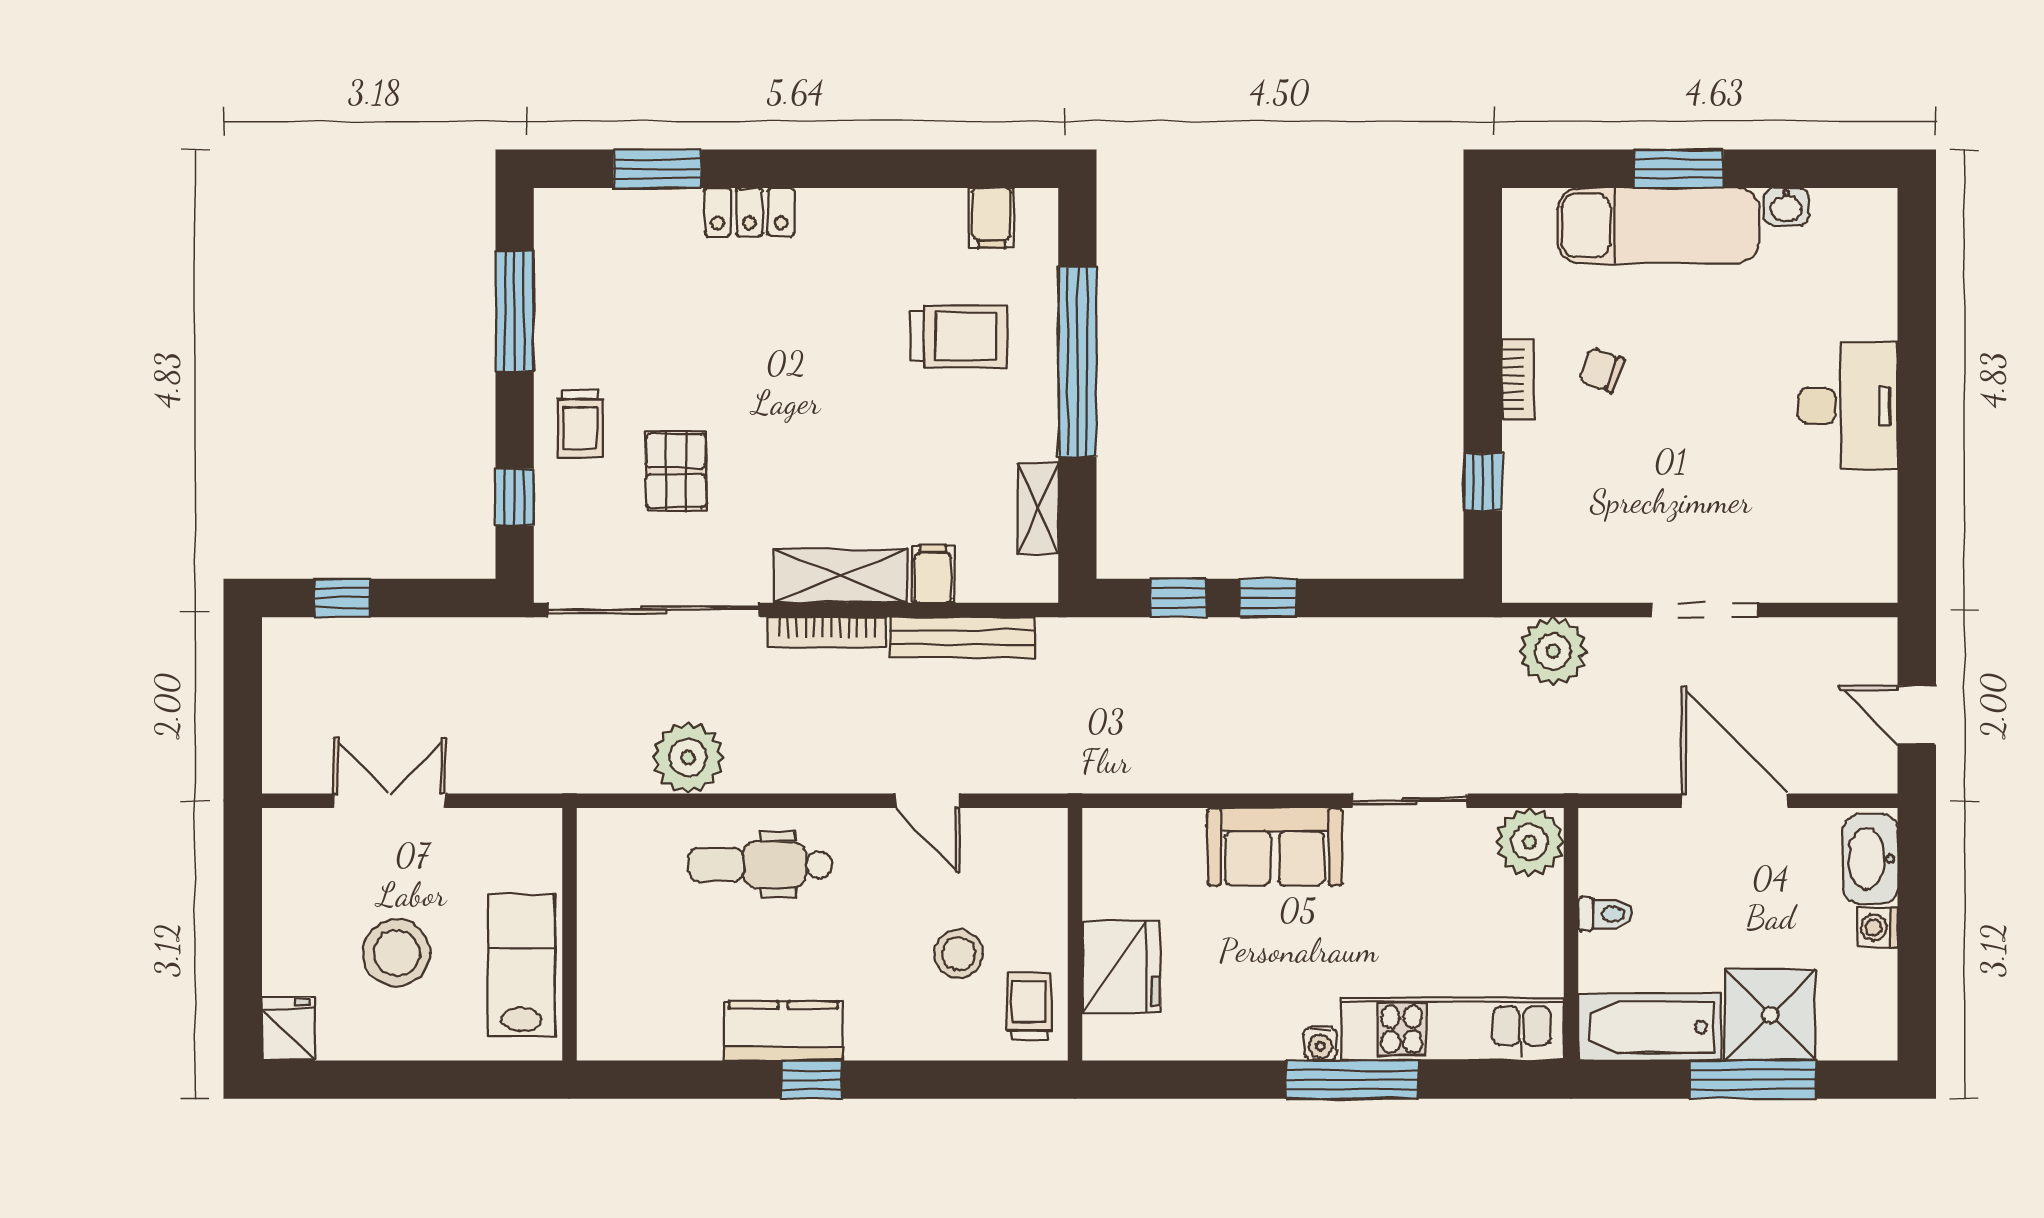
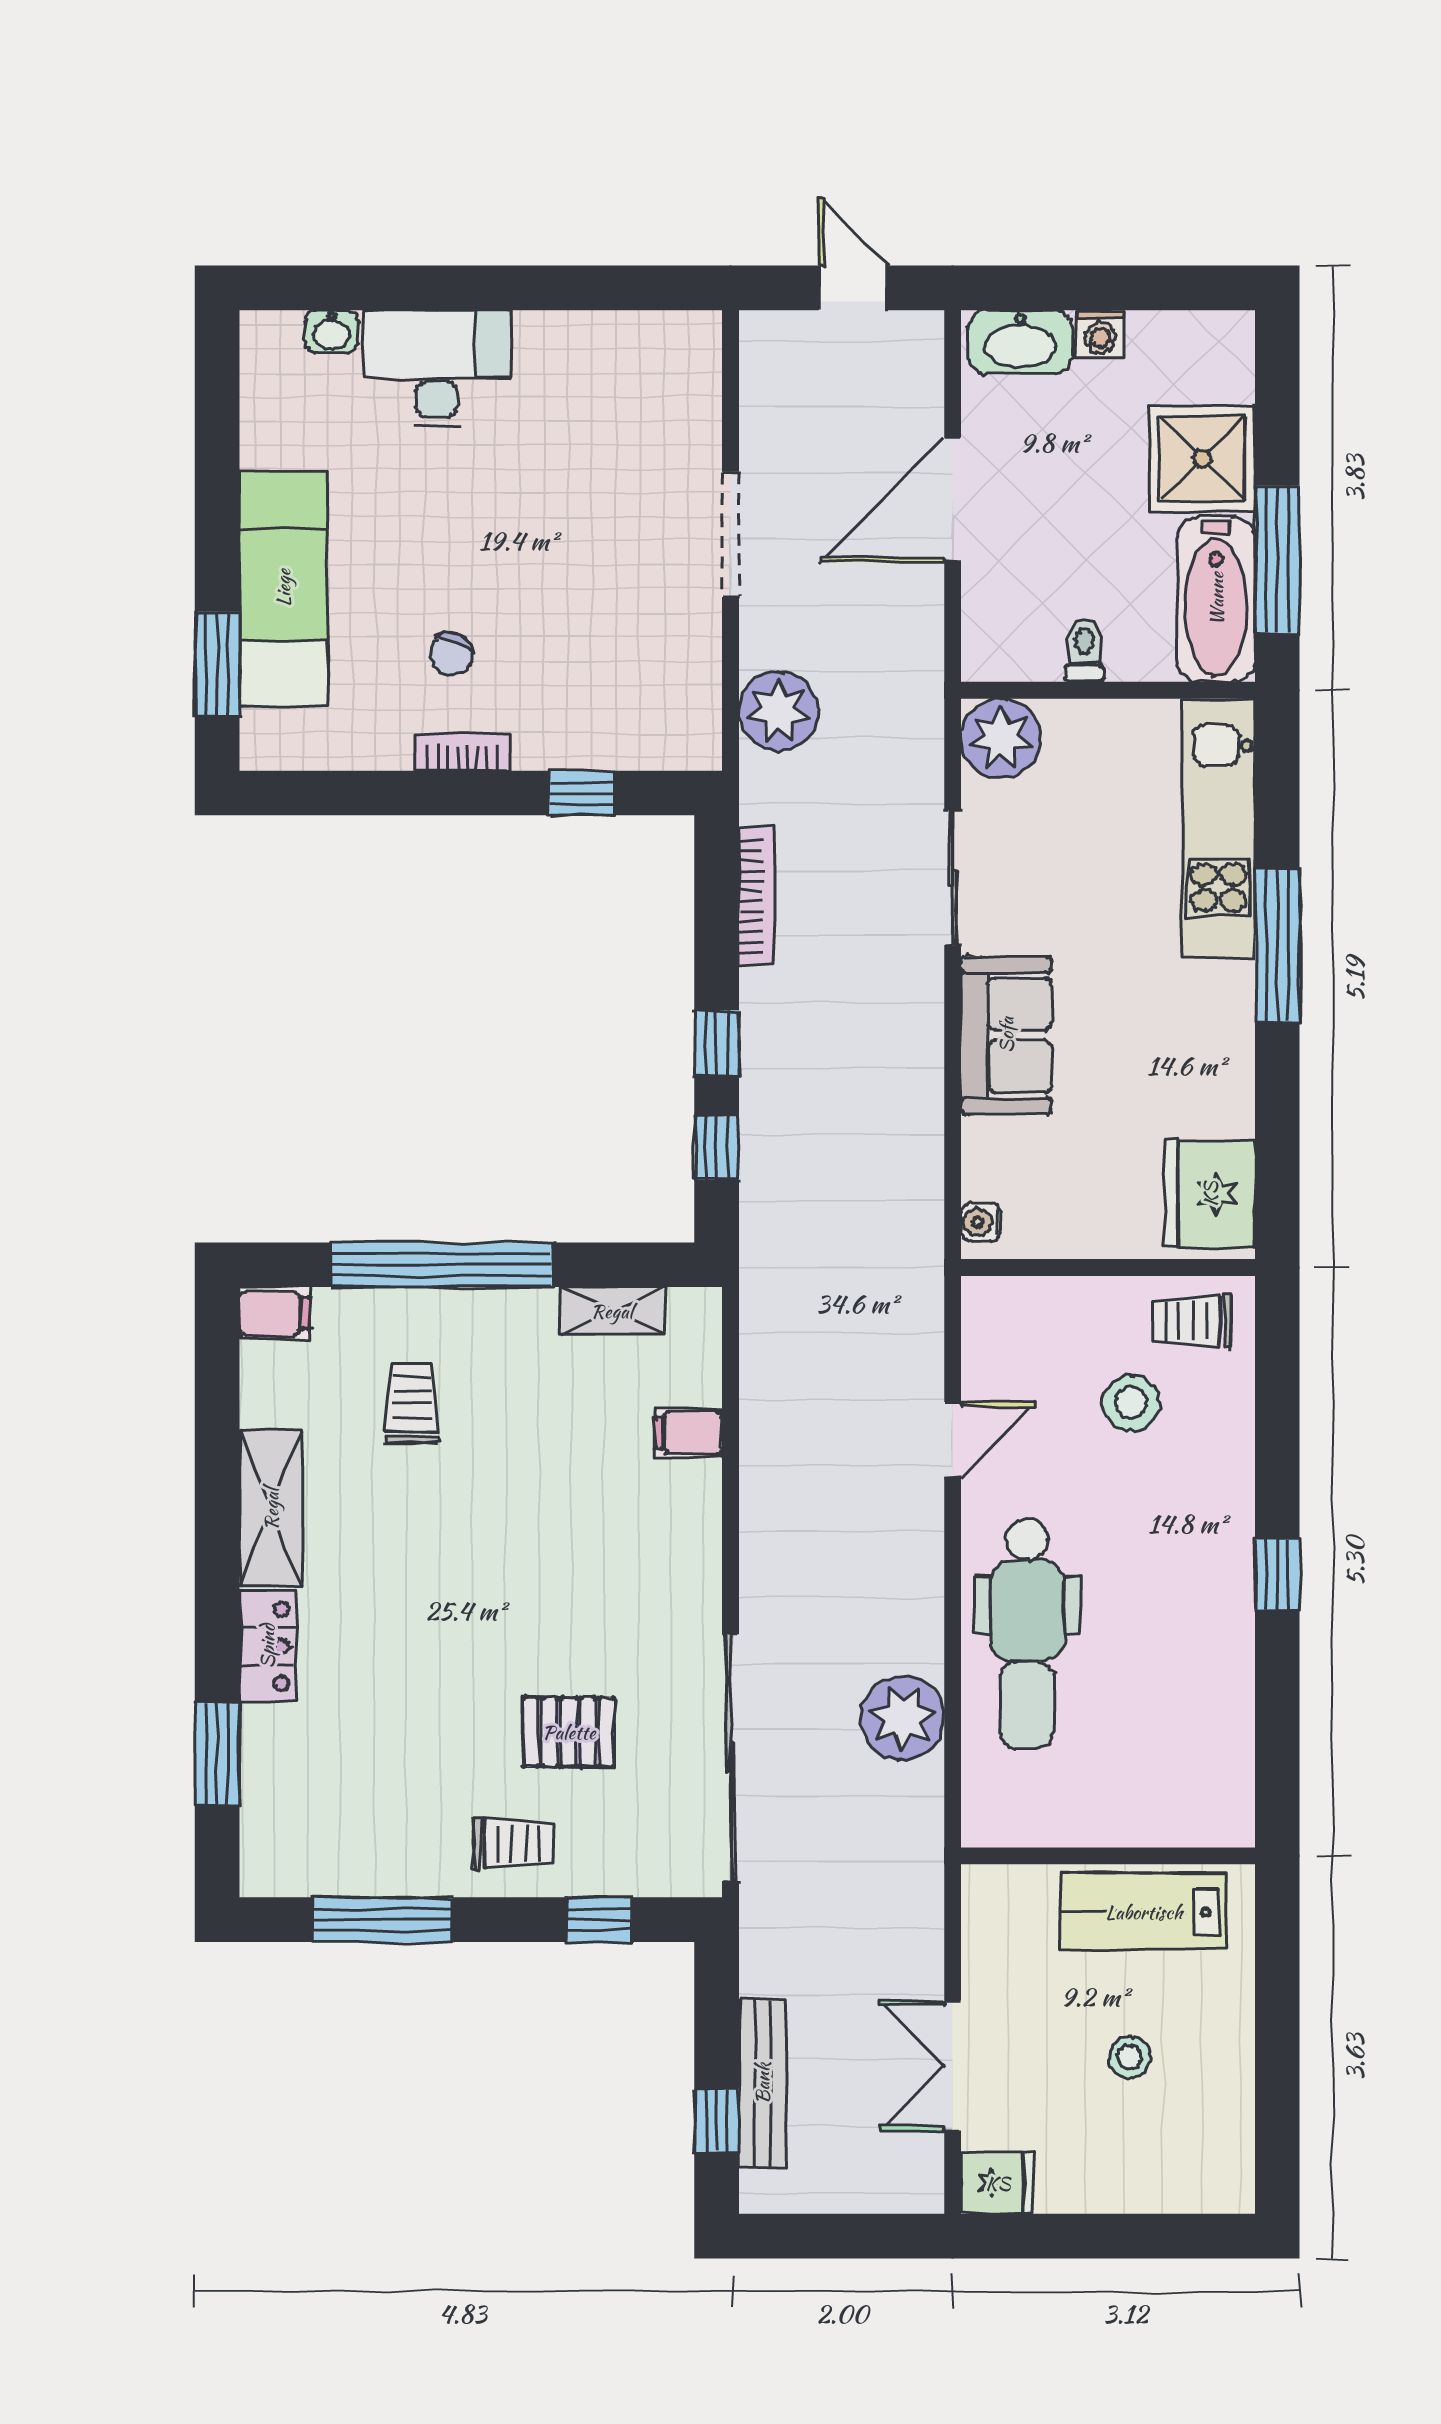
window: (1679, 169) -> (217, 664), moved
washbasin: (1786, 206) -> (332, 332), moved, turned 90
filing cabinet: (992, 218) -> (274, 1313), moved
trolley: (959, 336) -> (412, 1403), width x0.73, depth x0.72
desk: (1848, 406) -> (437, 368), moved
shelving: (840, 576) -> (271, 1509), moved
bookcase: (827, 632) -> (756, 896), moved
bench: (962, 637) -> (762, 2083), moved
door: (1917, 715) -> (853, 288), swing flipped
dental chair: (760, 865) -> (1027, 1634), width x1.36, depth x1.38
stool: (397, 953) -> (1129, 2057), width x0.53, depth x0.53
fridge: (1121, 967) -> (1210, 1194), moved, turned -90
fridge: (288, 1029) -> (998, 2183), moved, turned 180
kitchen counter: (783, 1031) -> (1221, 1607), removed
water cooler: (1321, 1043) -> (981, 1222), moved, turned 180
window: (1753, 1080) -> (1277, 559), moved

